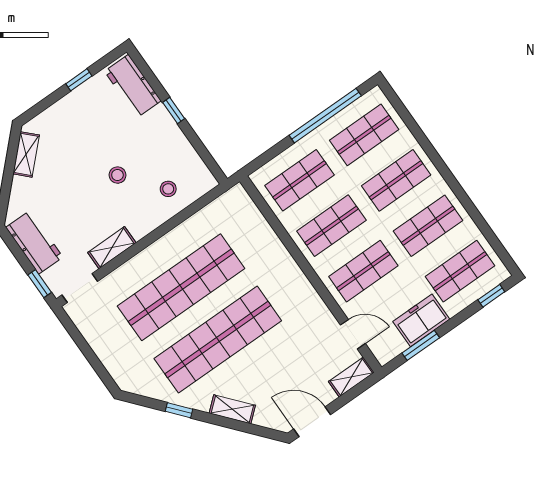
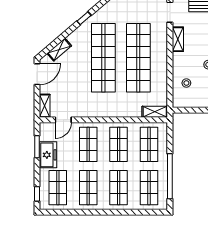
shelving: (245, 206) -> (155, 112), added
shelving: (232, 409) -> (59, 50), moved

